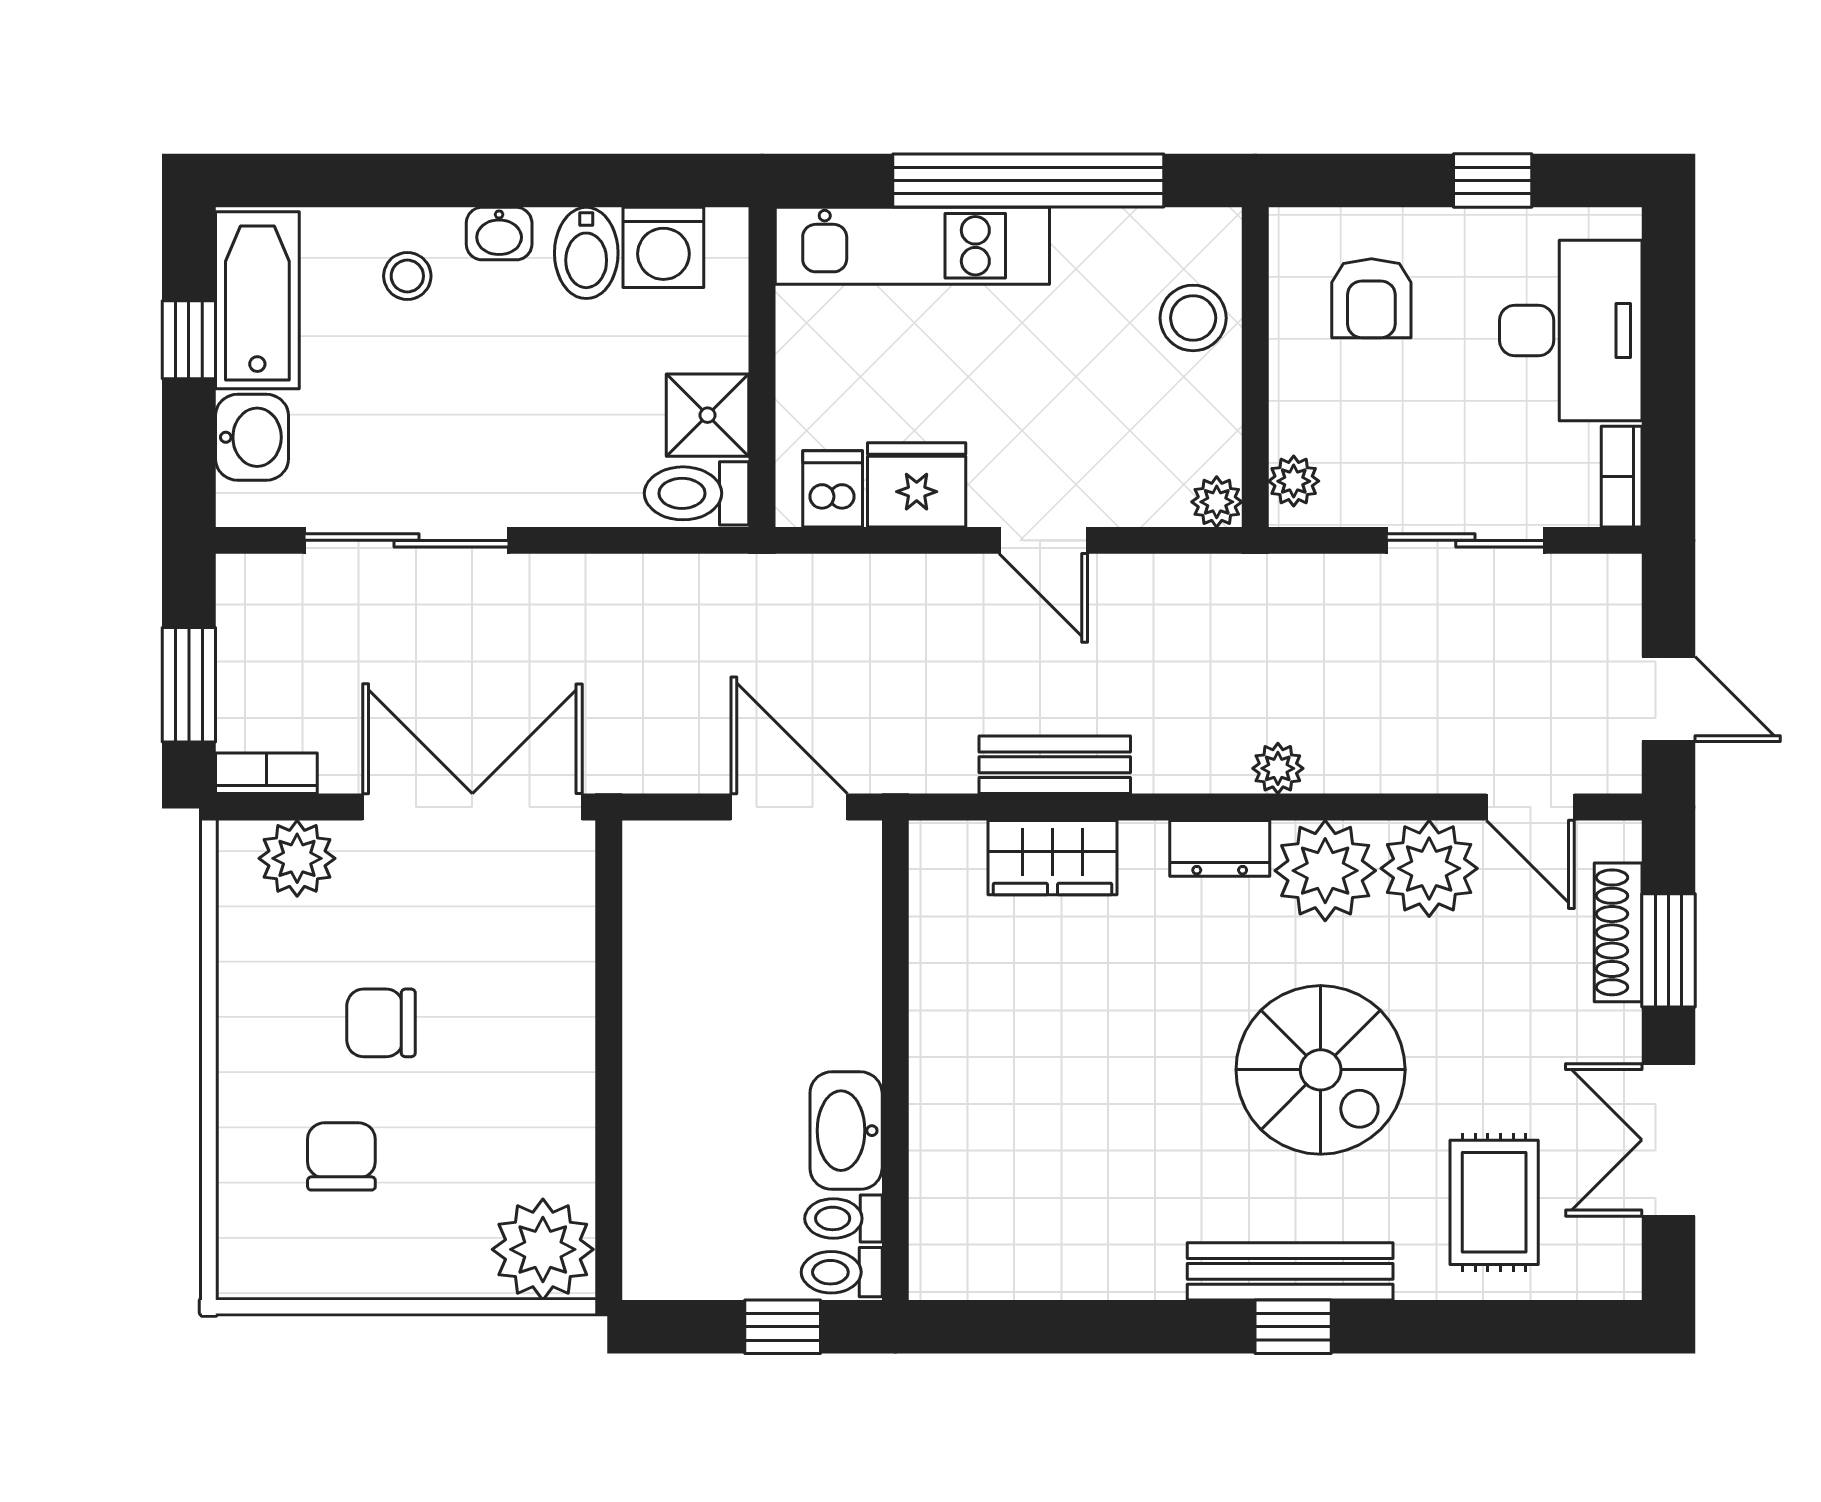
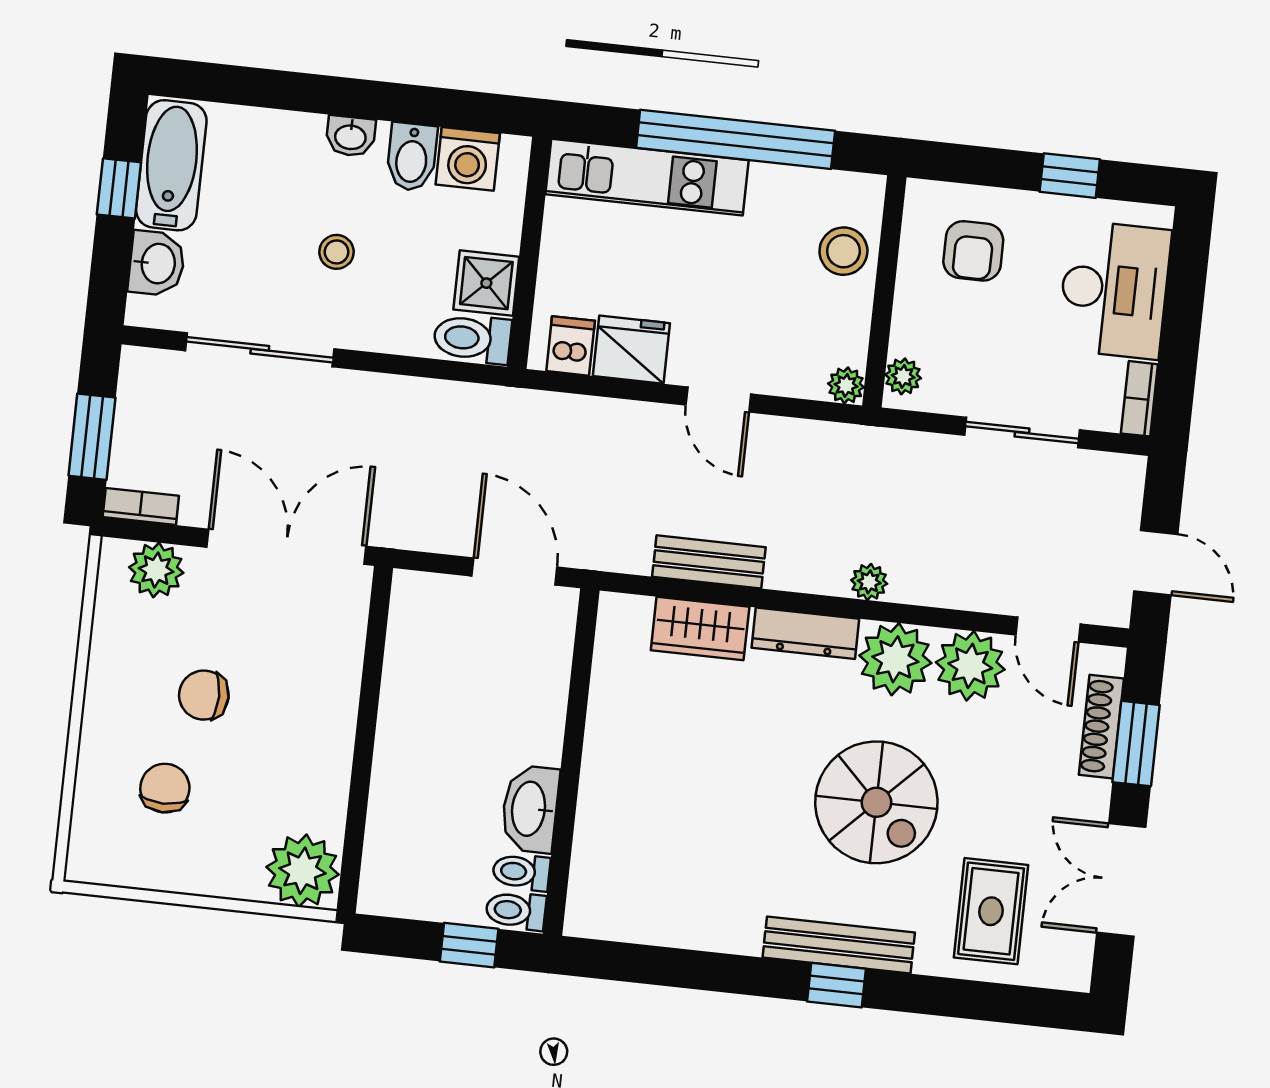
stool: (407, 276) -> (337, 252), moved
dresser: (1220, 848) -> (805, 633), width x1.44

